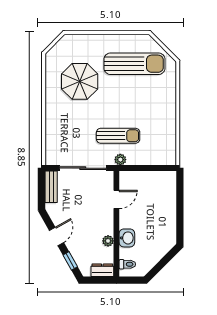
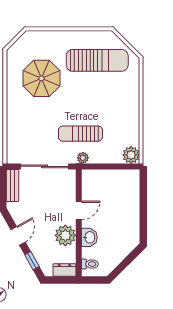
sun lounger: (118, 136) -> (80, 134), turned 180
plant: (168, 157) -> (131, 155), added
door: (116, 199) -> (79, 210), moved
plant: (108, 241) -> (65, 235), width x1.88, depth x1.88

